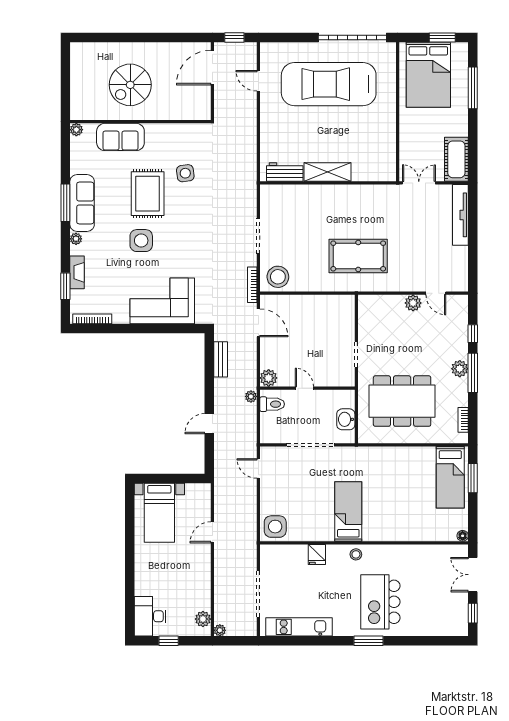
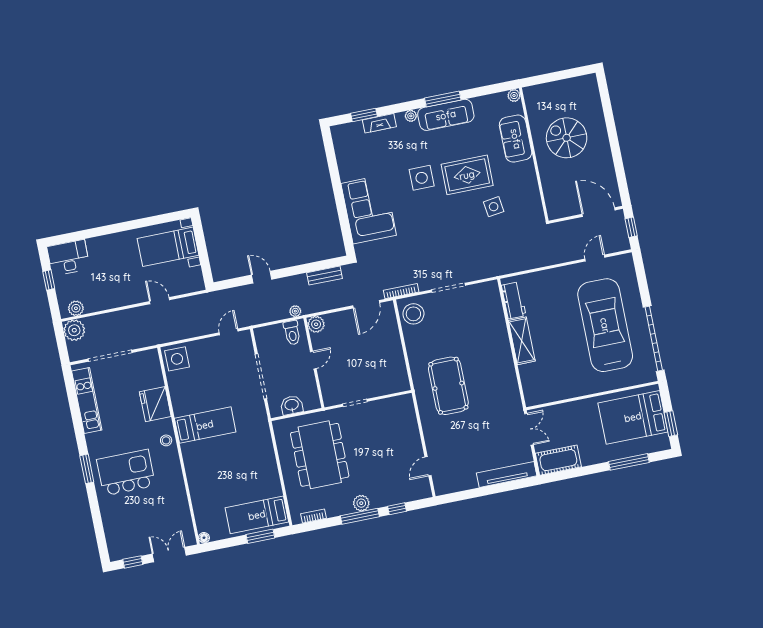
plant: (413, 303) -> (414, 447), removed
bookcase: (92, 319) -> (338, 146), removed
fridge: (317, 554) -> (155, 404), width x1.88, depth x1.34
plant: (220, 630) -> (74, 330), width x1.88, depth x1.88

